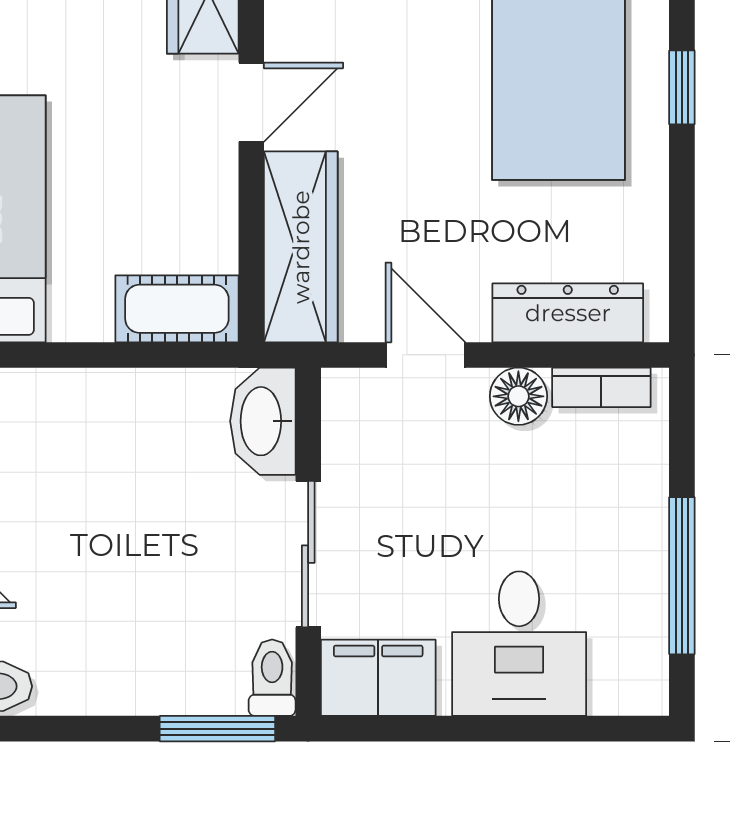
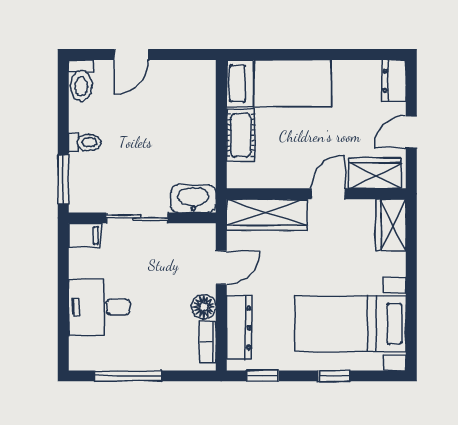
door: (251, 102) -> (328, 194), swing flipped
window: (682, 257) -> (262, 376), added
cot: (177, 309) -> (241, 135), moved
toilet: (272, 678) -> (85, 142), moved
filing cabinet: (378, 678) -> (85, 235), width x0.50

